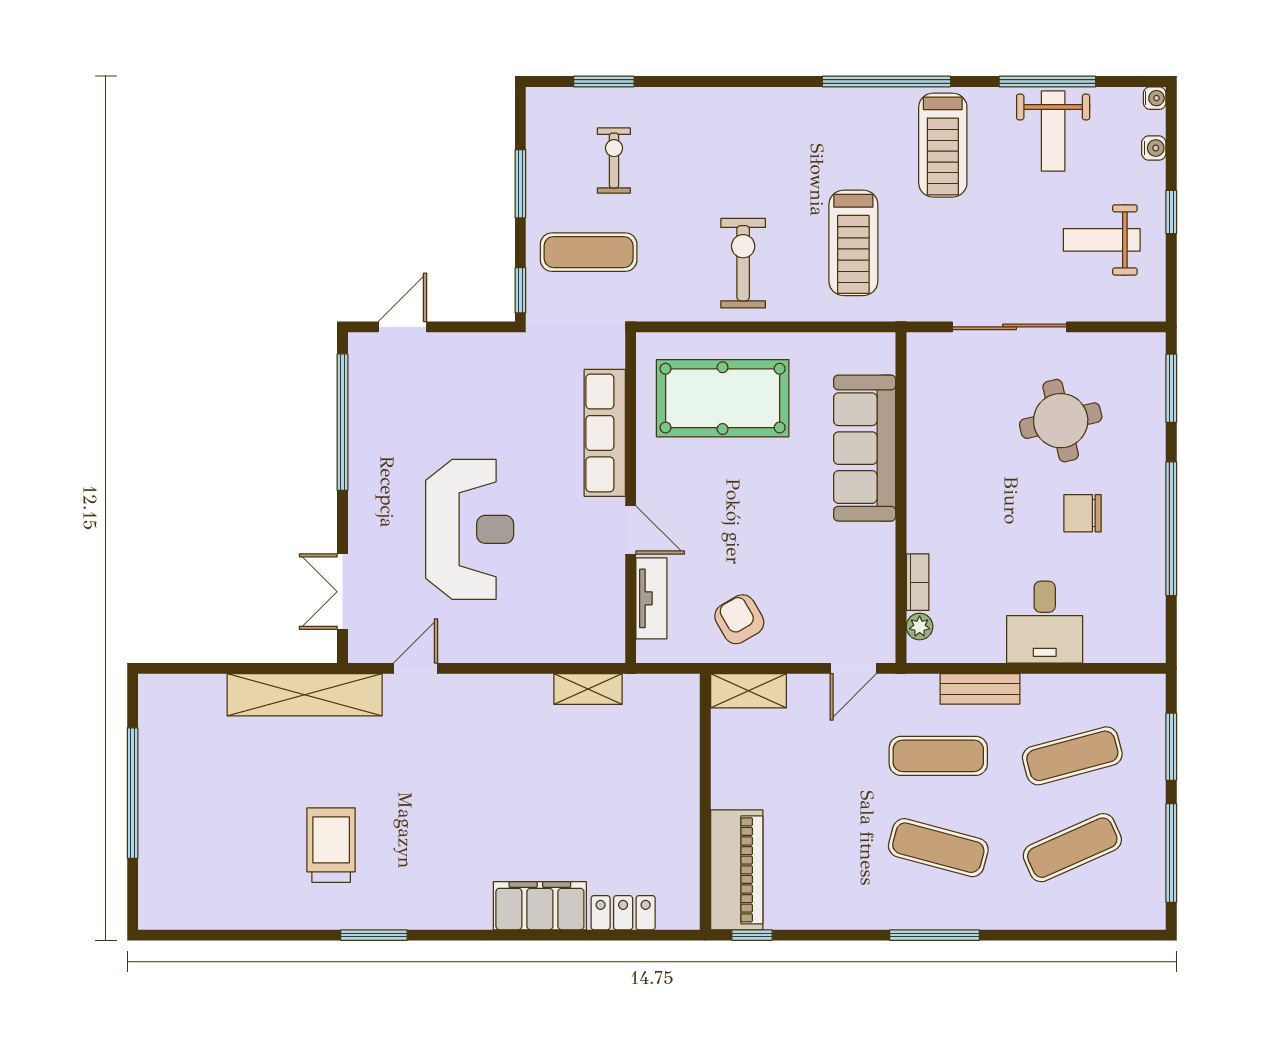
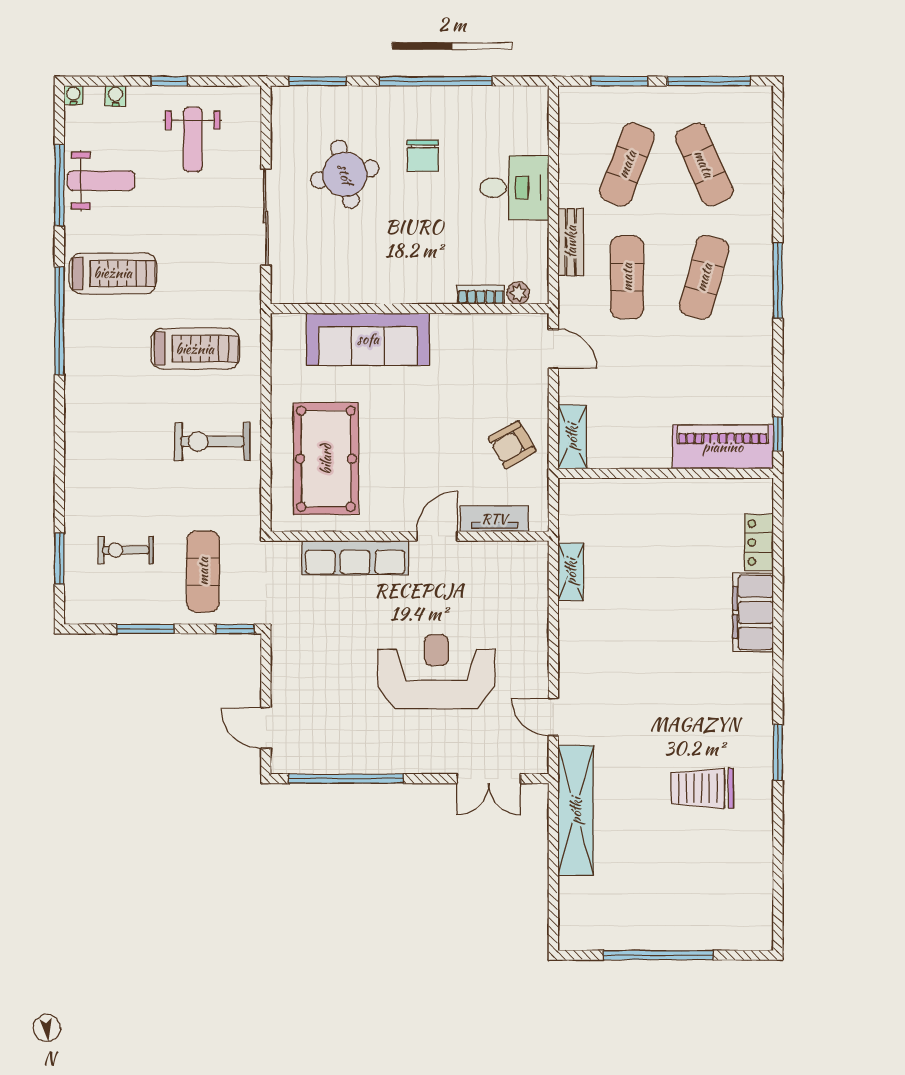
exercise mat: (1072, 756) -> (627, 164), turned 36

